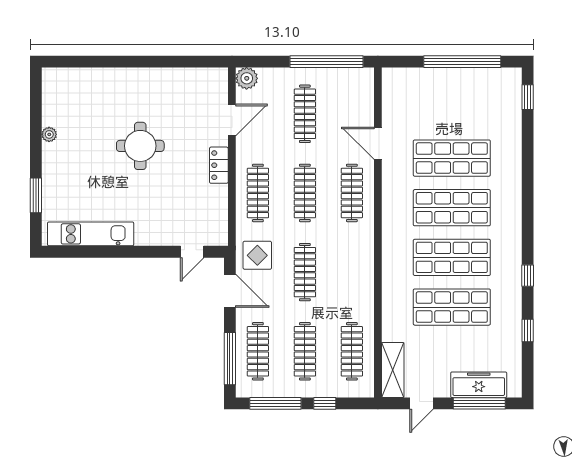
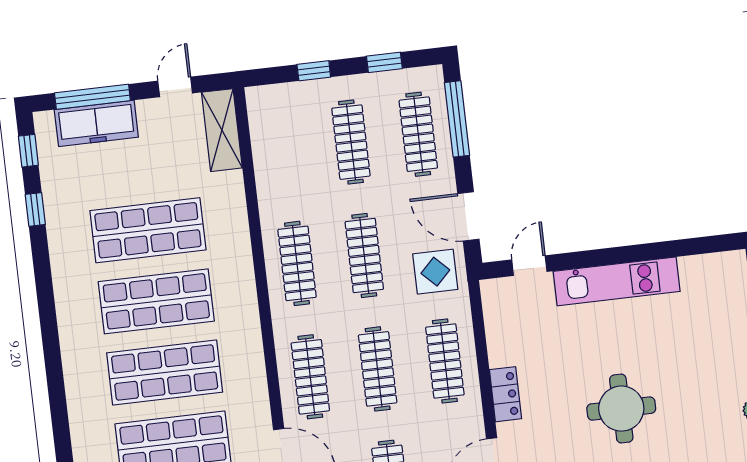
kitchen unit: (91, 234) -> (617, 281), moved
window: (528, 276) -> (28, 151), moved
clothes rail: (352, 351) -> (297, 263), moved
window: (275, 403) -> (384, 62), width x0.46

